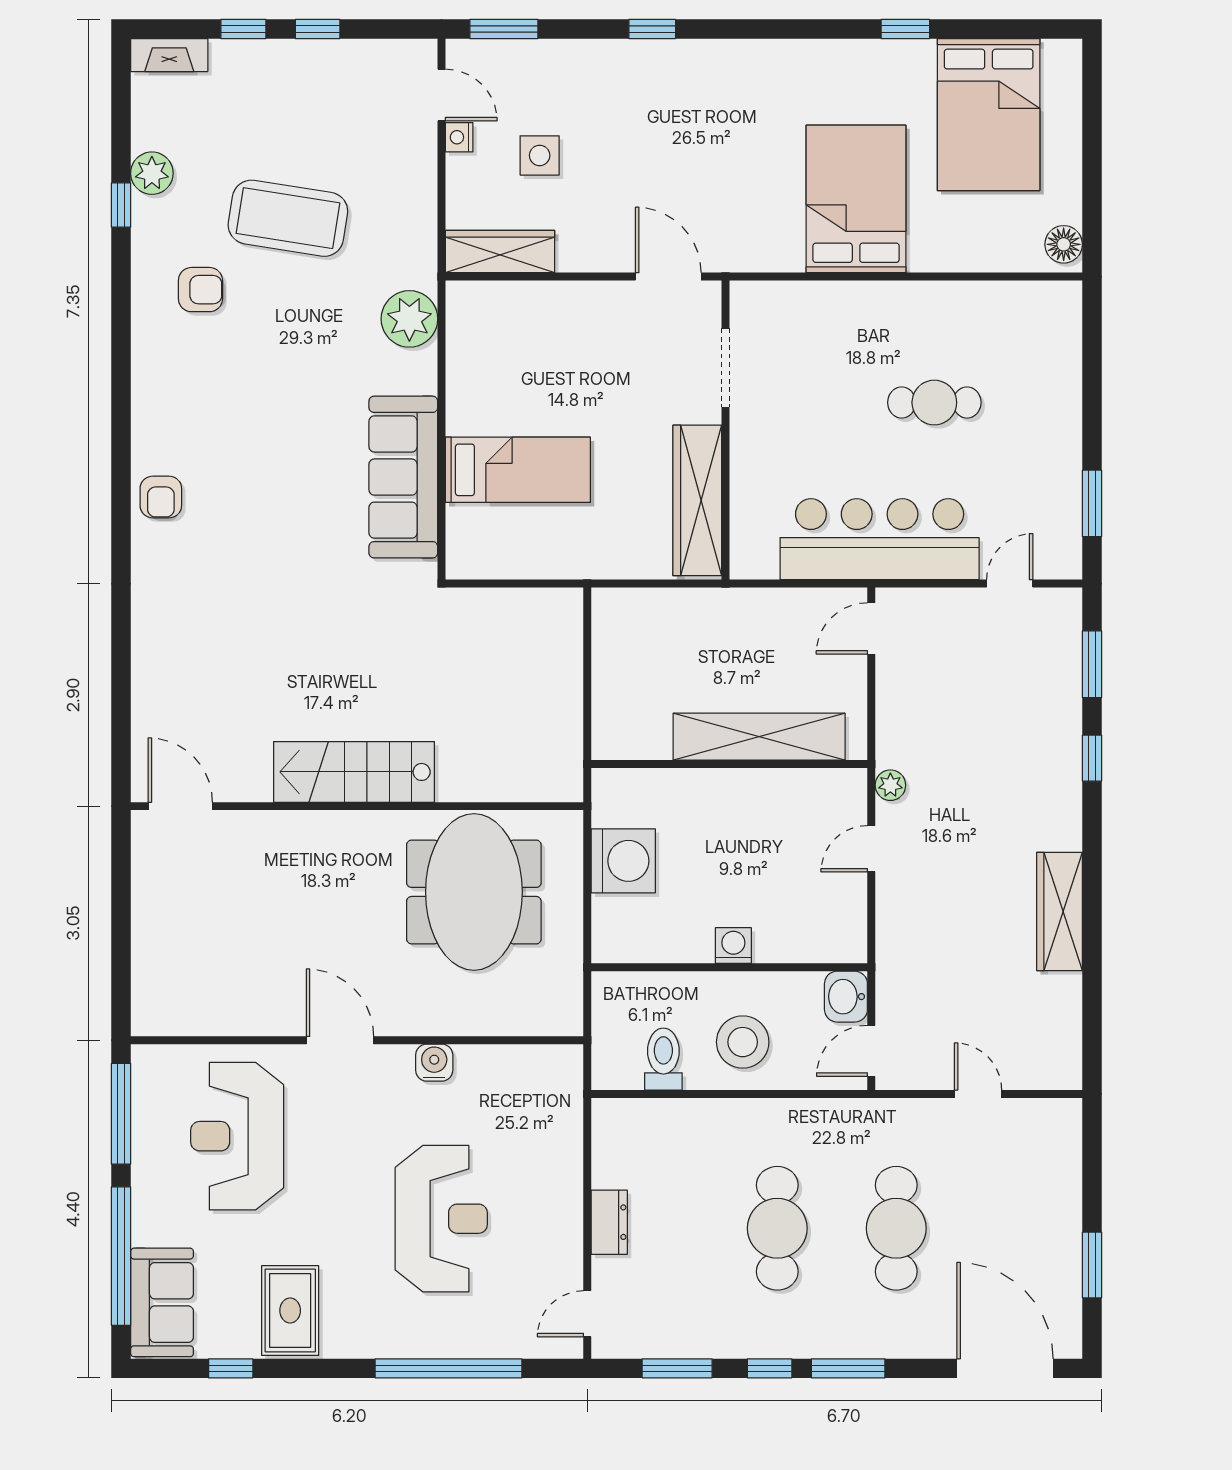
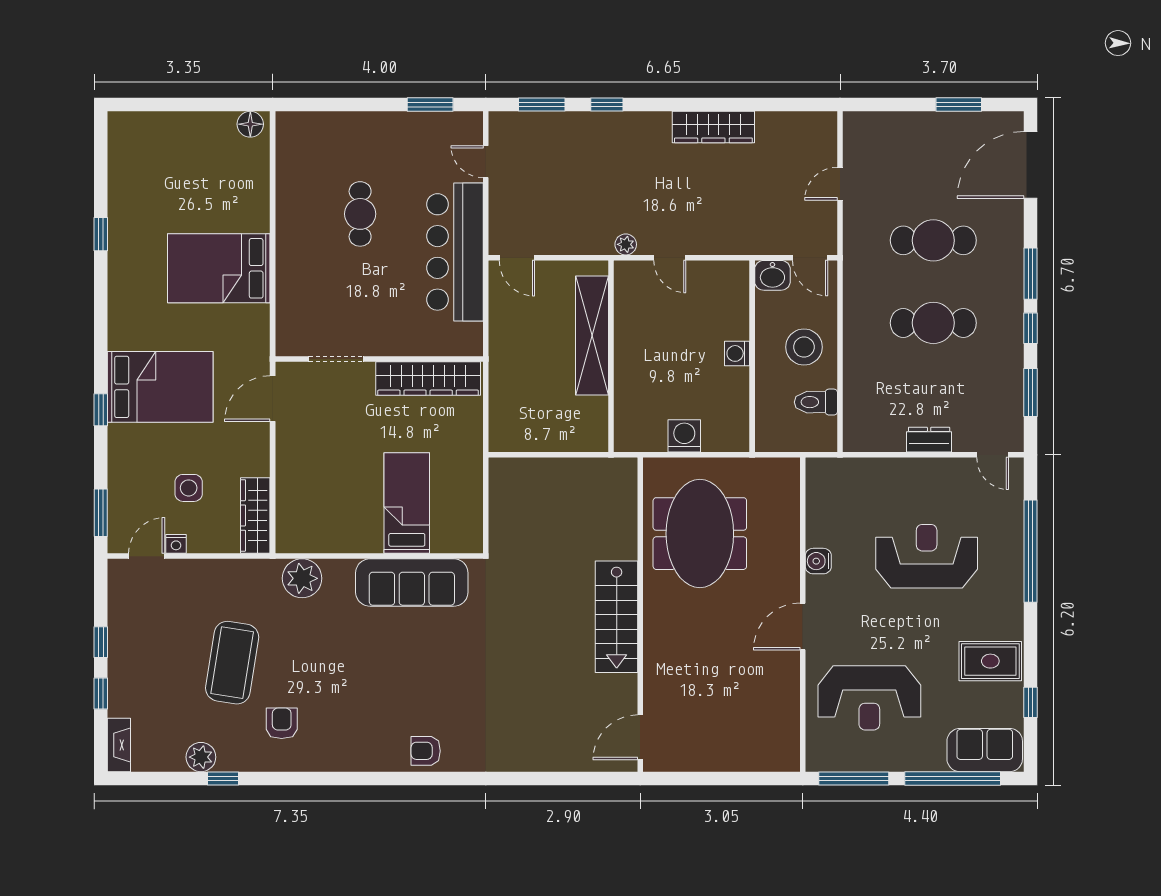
bed: (989, 115) -> (160, 387), moved
armchair: (161, 497) -> (426, 751), turned 180
washing machine: (623, 861) -> (684, 436), width x0.73, depth x0.73
meeting table: (474, 892) -> (700, 534), turned 90

